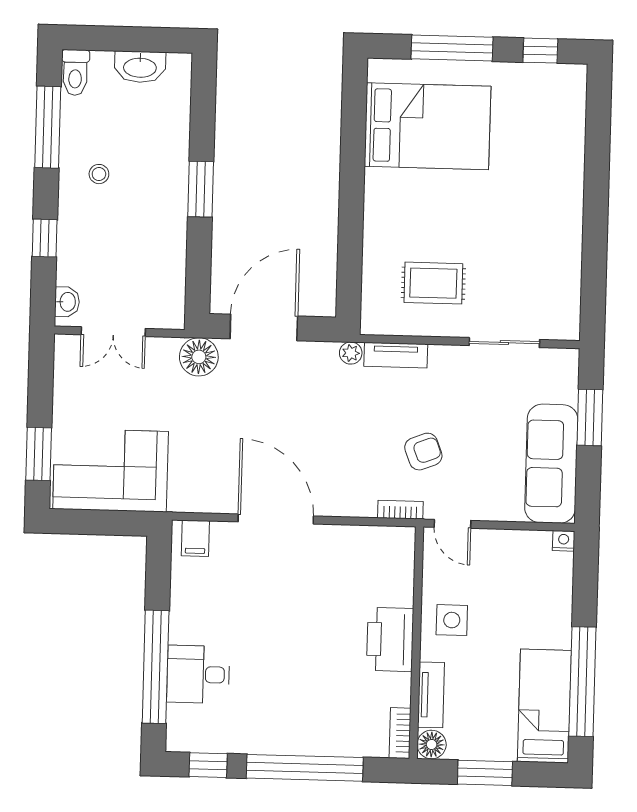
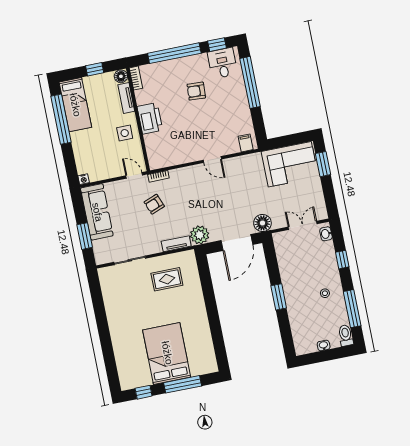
washbasin: (140, 67) -> (324, 345), width x0.52, depth x0.69
bed: (428, 126) -> (167, 353), moved, turned 90
plant: (351, 353) -> (200, 235), width x1.88, depth x1.88
door: (276, 519) -> (212, 160), width x0.53
desk: (198, 674) -> (222, 63), moved, turned -90
armchair: (276, 675) -> (196, 91), added
window: (485, 773) -> (95, 69), width x0.67

